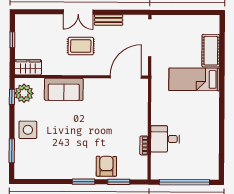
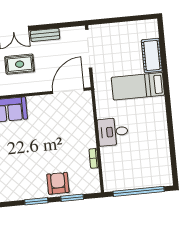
desk: (165, 139) -> (113, 132), moved

